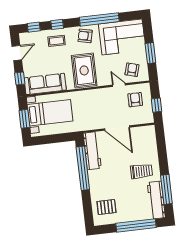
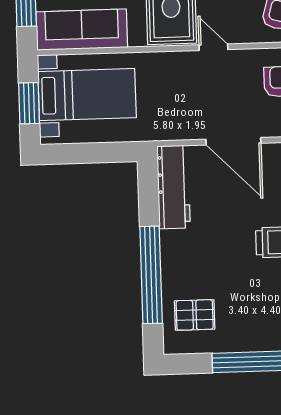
door: (119, 85) -> (213, 47), moved
window: (83, 168) -> (151, 275), moved

